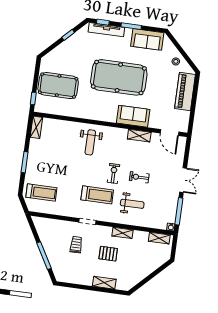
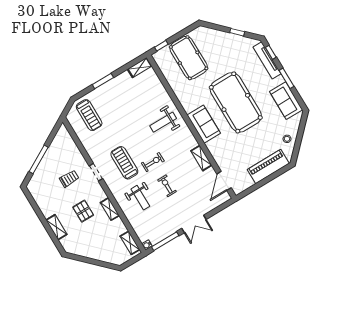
sofa: (133, 116) -> (204, 124), moved
treadmill: (97, 195) -> (124, 163), turned 180

